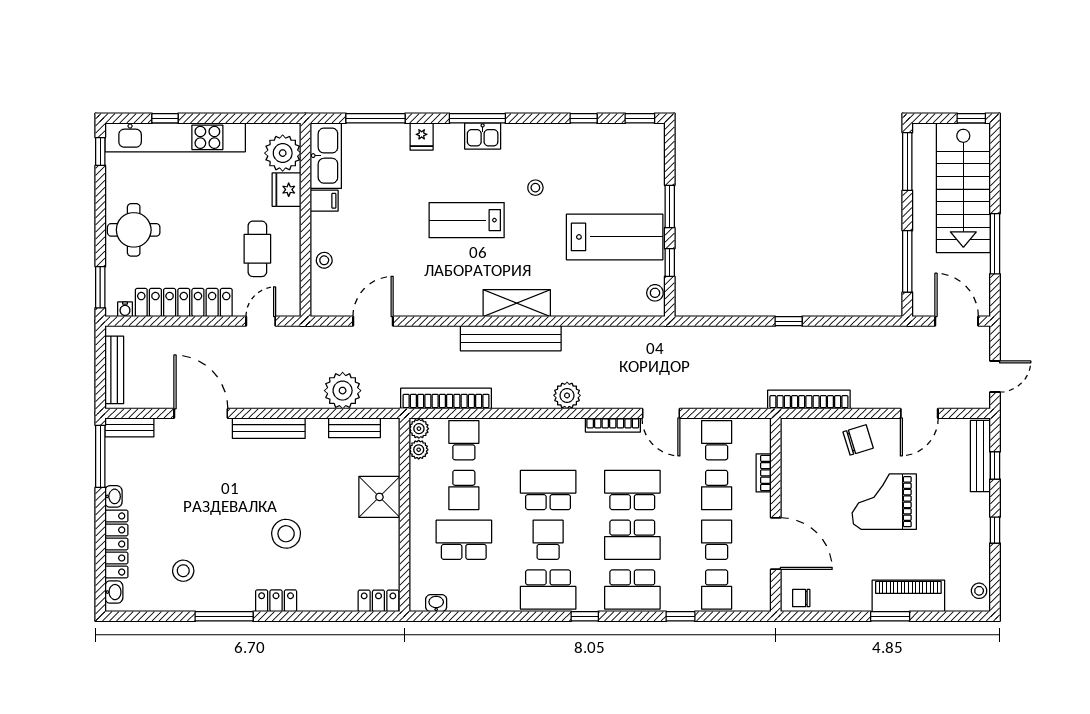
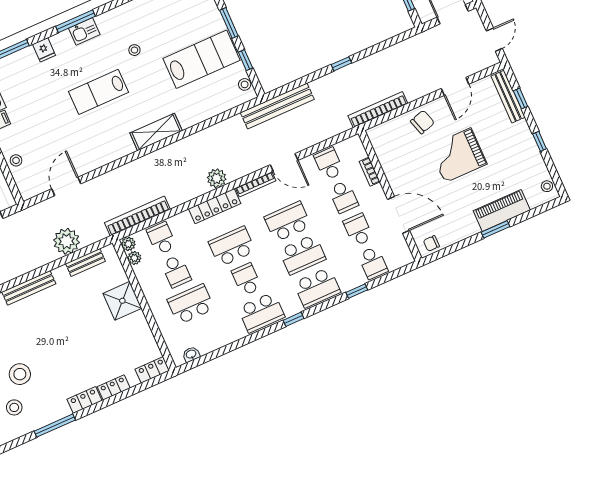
bench: (511, 338) -> (277, 106), moved
locker: (549, 429) -> (215, 206), added
stool: (286, 534) -> (20, 374), moved
locker: (320, 601) -> (114, 387), added

